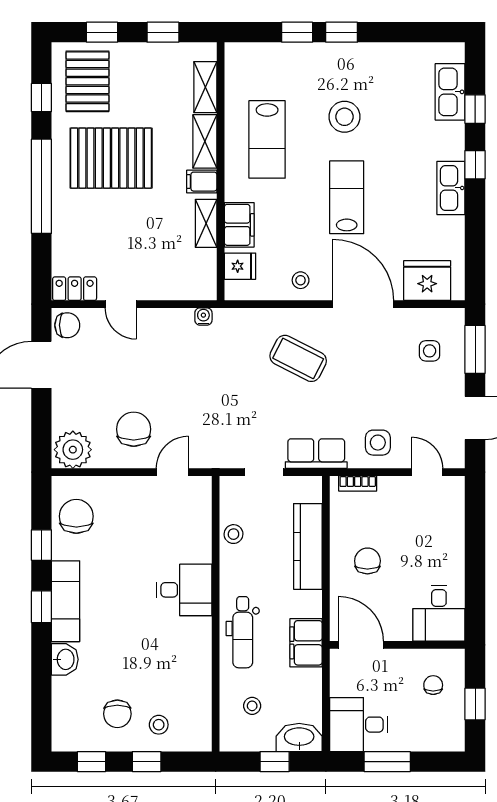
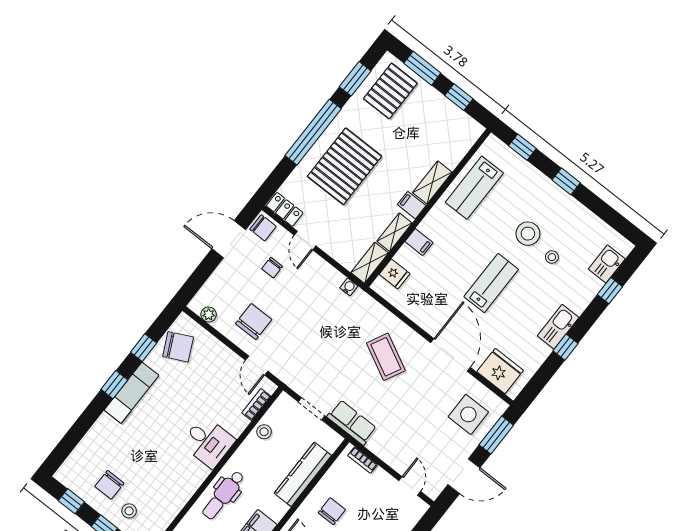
window: (102, 32) -> (422, 68), width x1.50
window: (297, 32) -> (522, 147), moved
shelving: (205, 87) -> (370, 263), moved
kitchen sink: (450, 92) -> (607, 264), width x0.73
window: (41, 97) -> (355, 79), width x1.50
lab bench: (267, 139) -> (474, 188), moved
pallet: (111, 158) -> (344, 166), moved, turned 90
window: (475, 165) -> (566, 347), moved
filing cabinet: (239, 225) -> (419, 242), width x0.50
stool: (301, 280) -> (552, 257), moved
side table: (430, 351) -> (468, 414), width x1.87, depth x1.87
chair: (109, 359) -> (272, 268), added
side table: (378, 443) -> (394, 445), removed
plant: (73, 450) -> (209, 314), width x0.53, depth x0.53
door: (172, 472) -> (257, 366), swing flipped
bookcase: (204, 512) -> (256, 405), added
chair: (76, 516) -> (178, 347), turned 64
washbasin: (65, 659) -> (104, 427), removed

